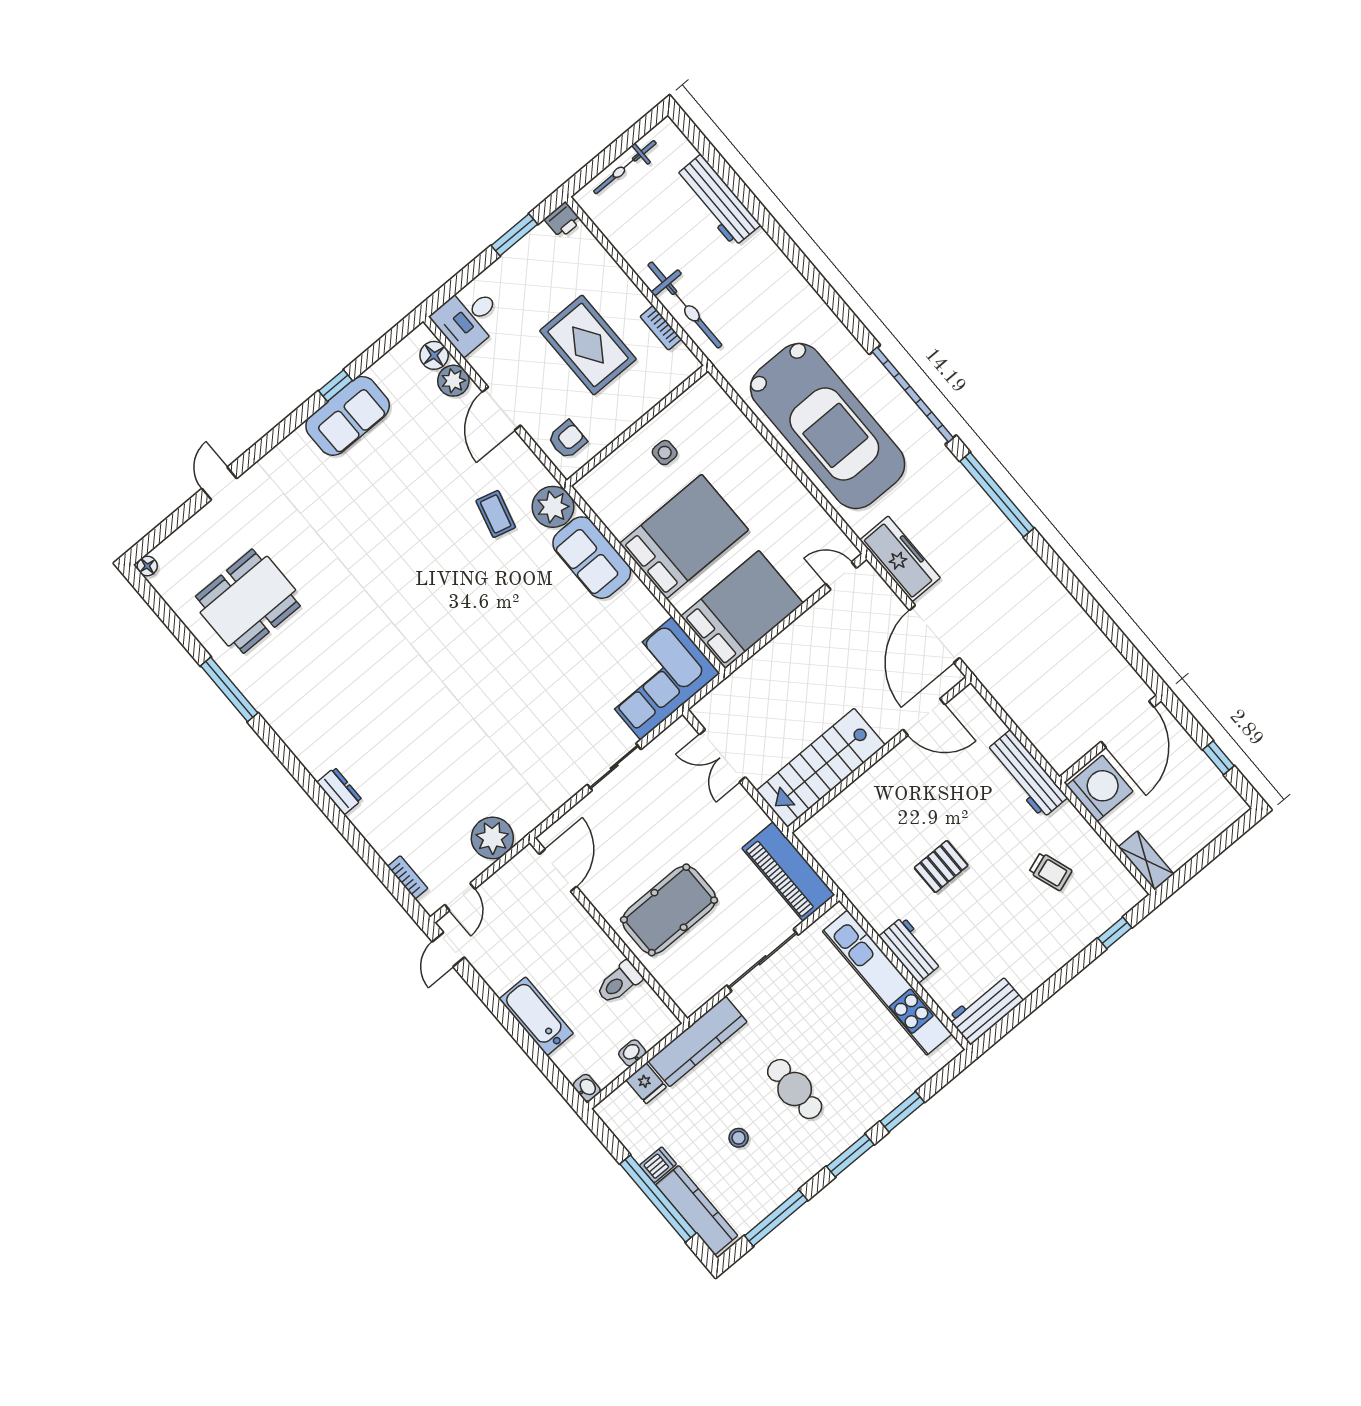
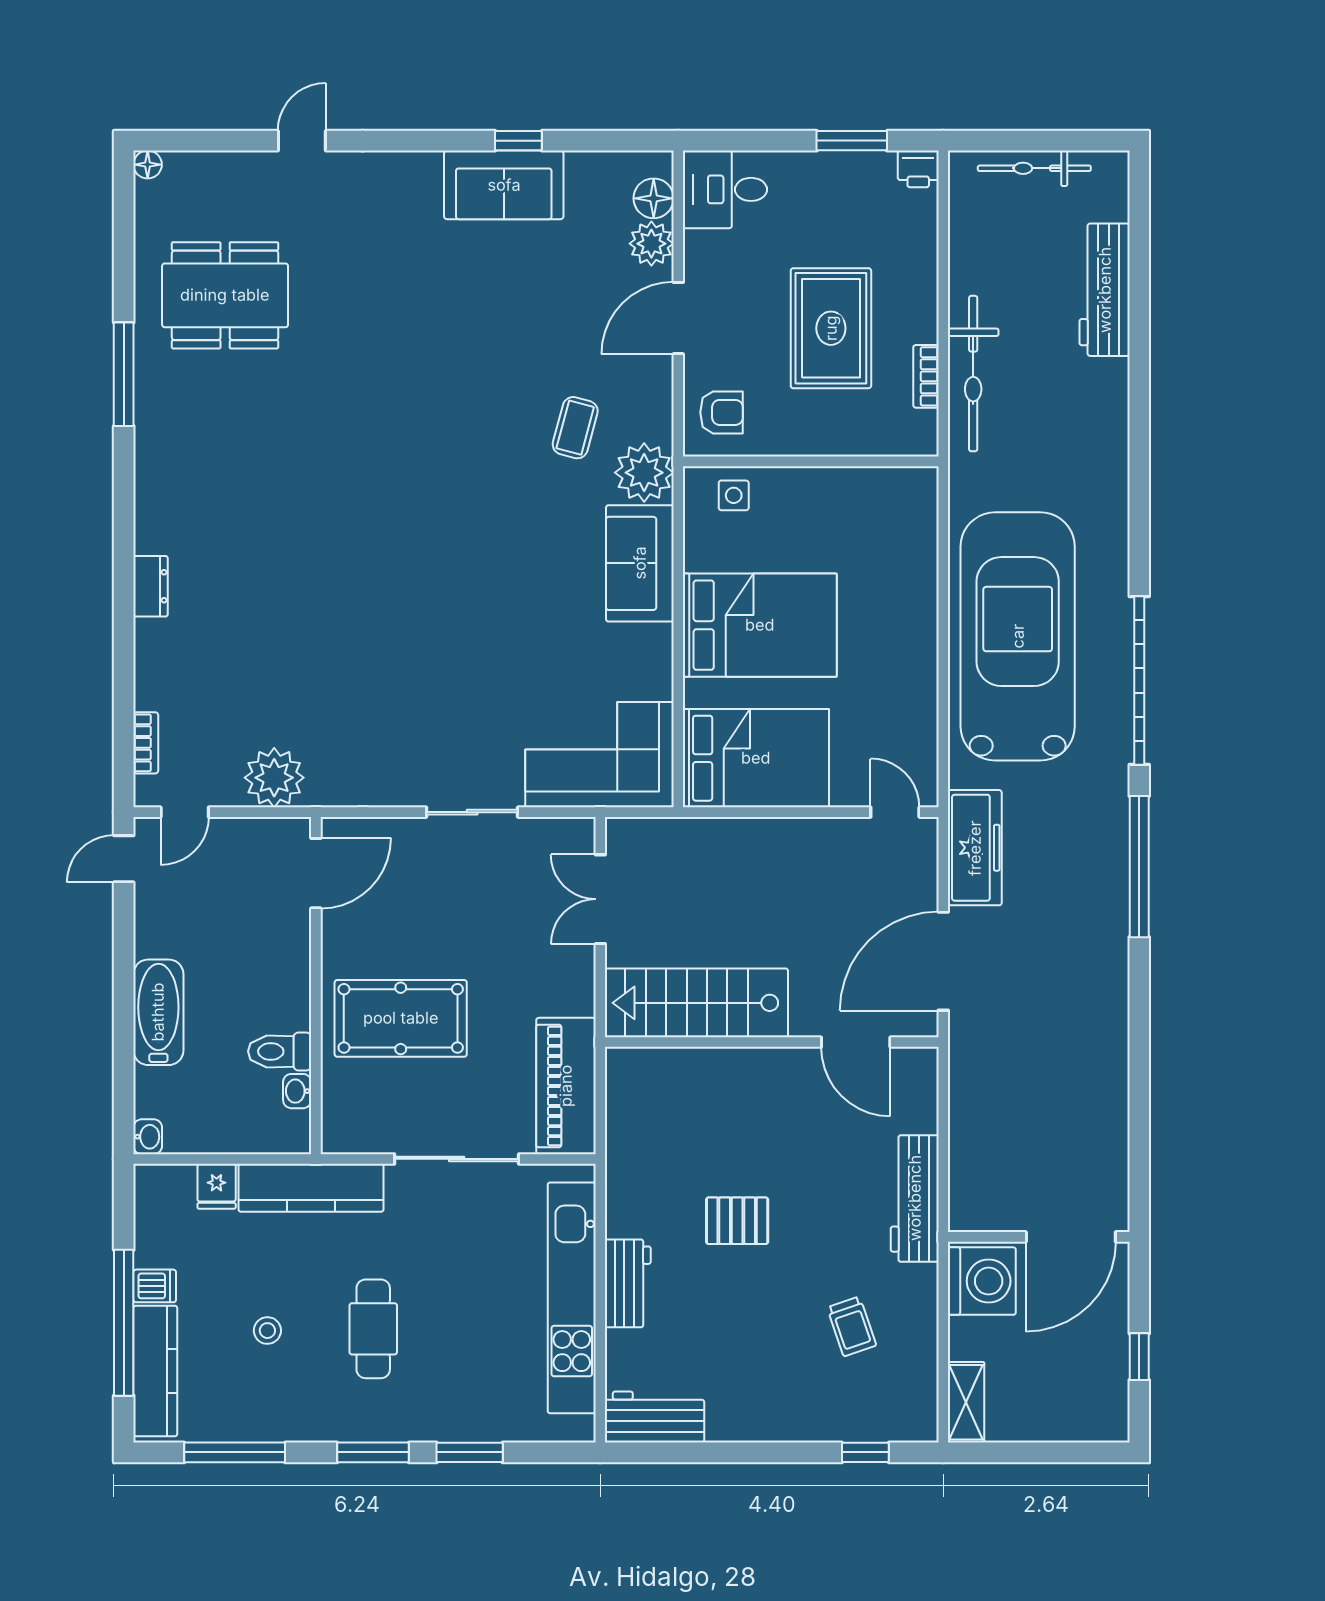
car: (828, 426) -> (1018, 636), turned 180
side table: (665, 453) -> (734, 495), moved
washbasin: (632, 1053) -> (297, 1091), moved, turned -90

